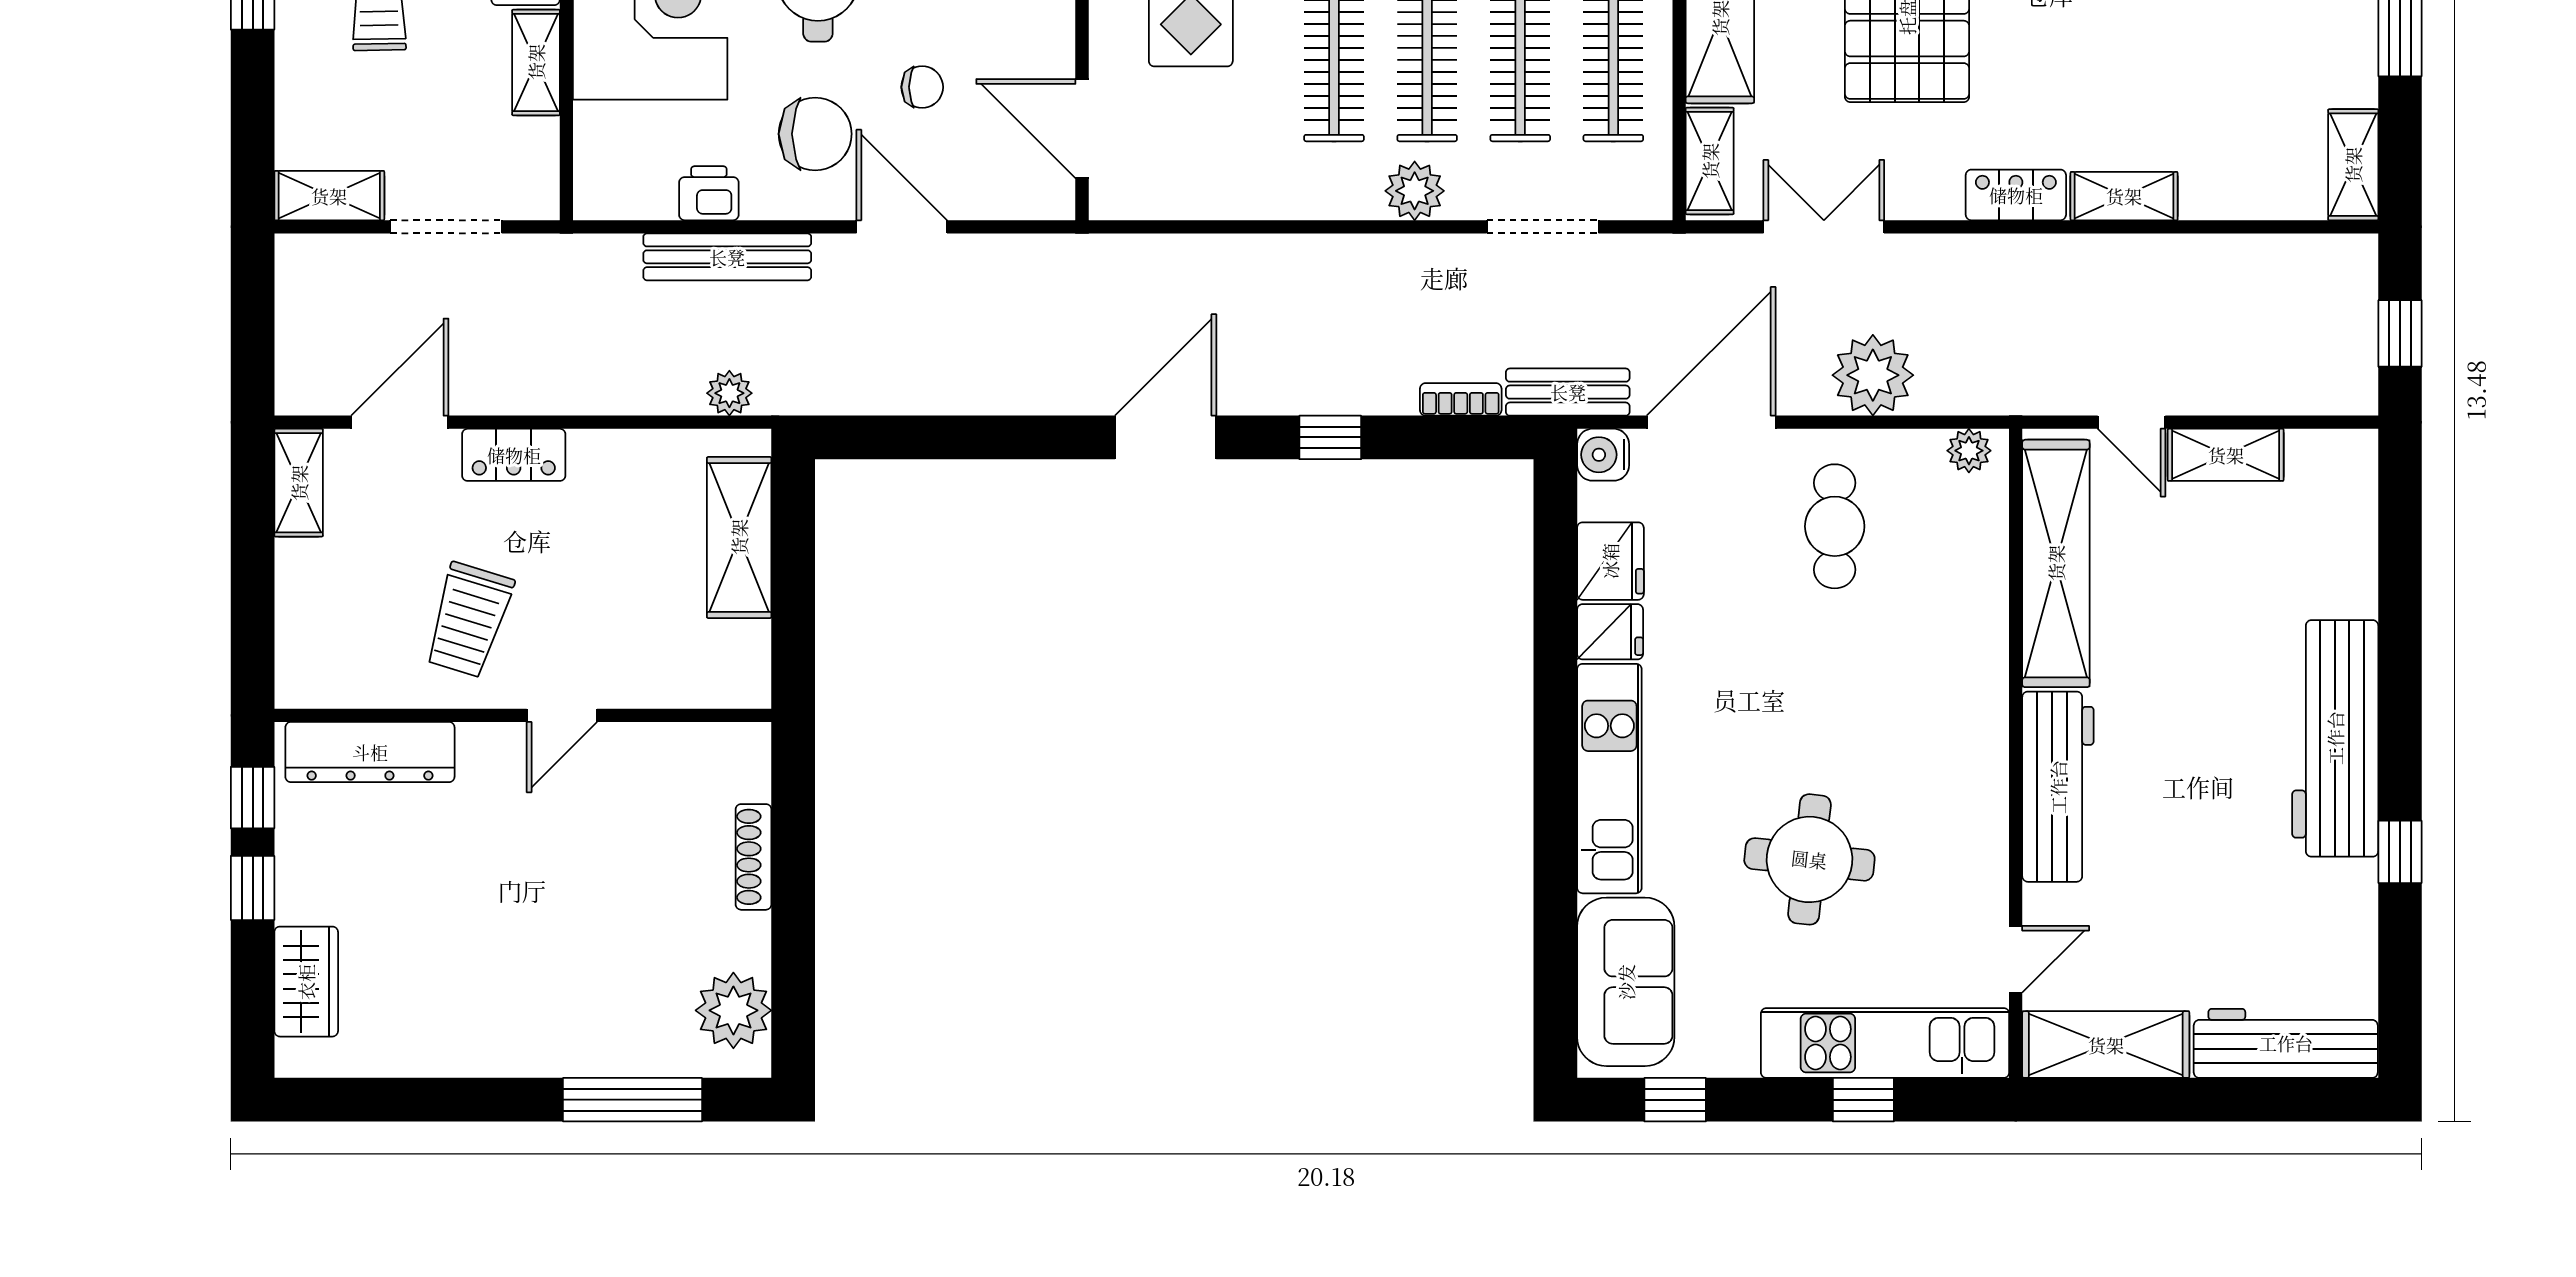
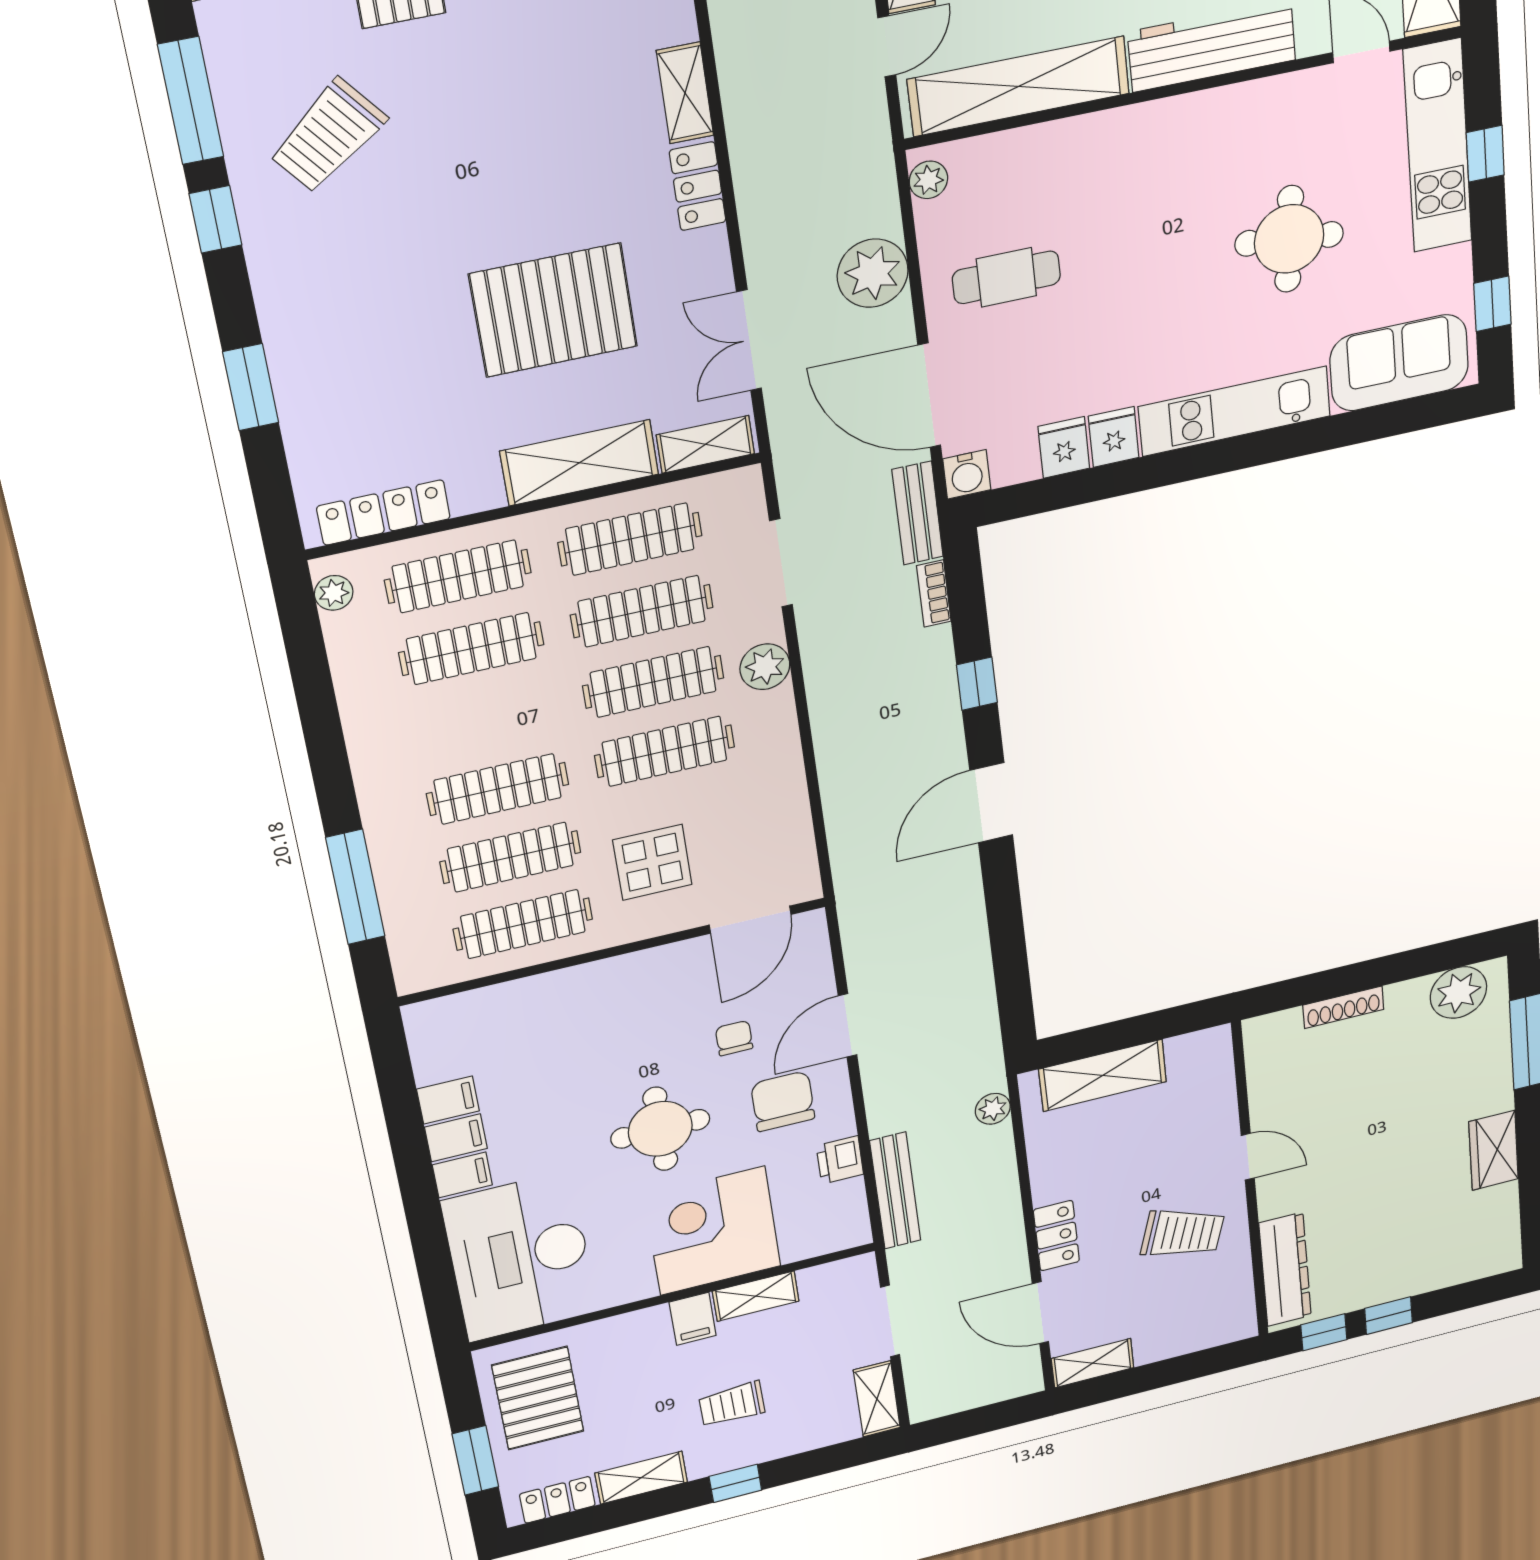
bench: (727, 257) -> (895, 1191), moved
door: (1166, 437) -> (991, 803), hinge flipped
fridge: (1610, 561) -> (1064, 447), width x0.72
wardrobe: (306, 982) -> (1494, 1150), moved, turned -90

